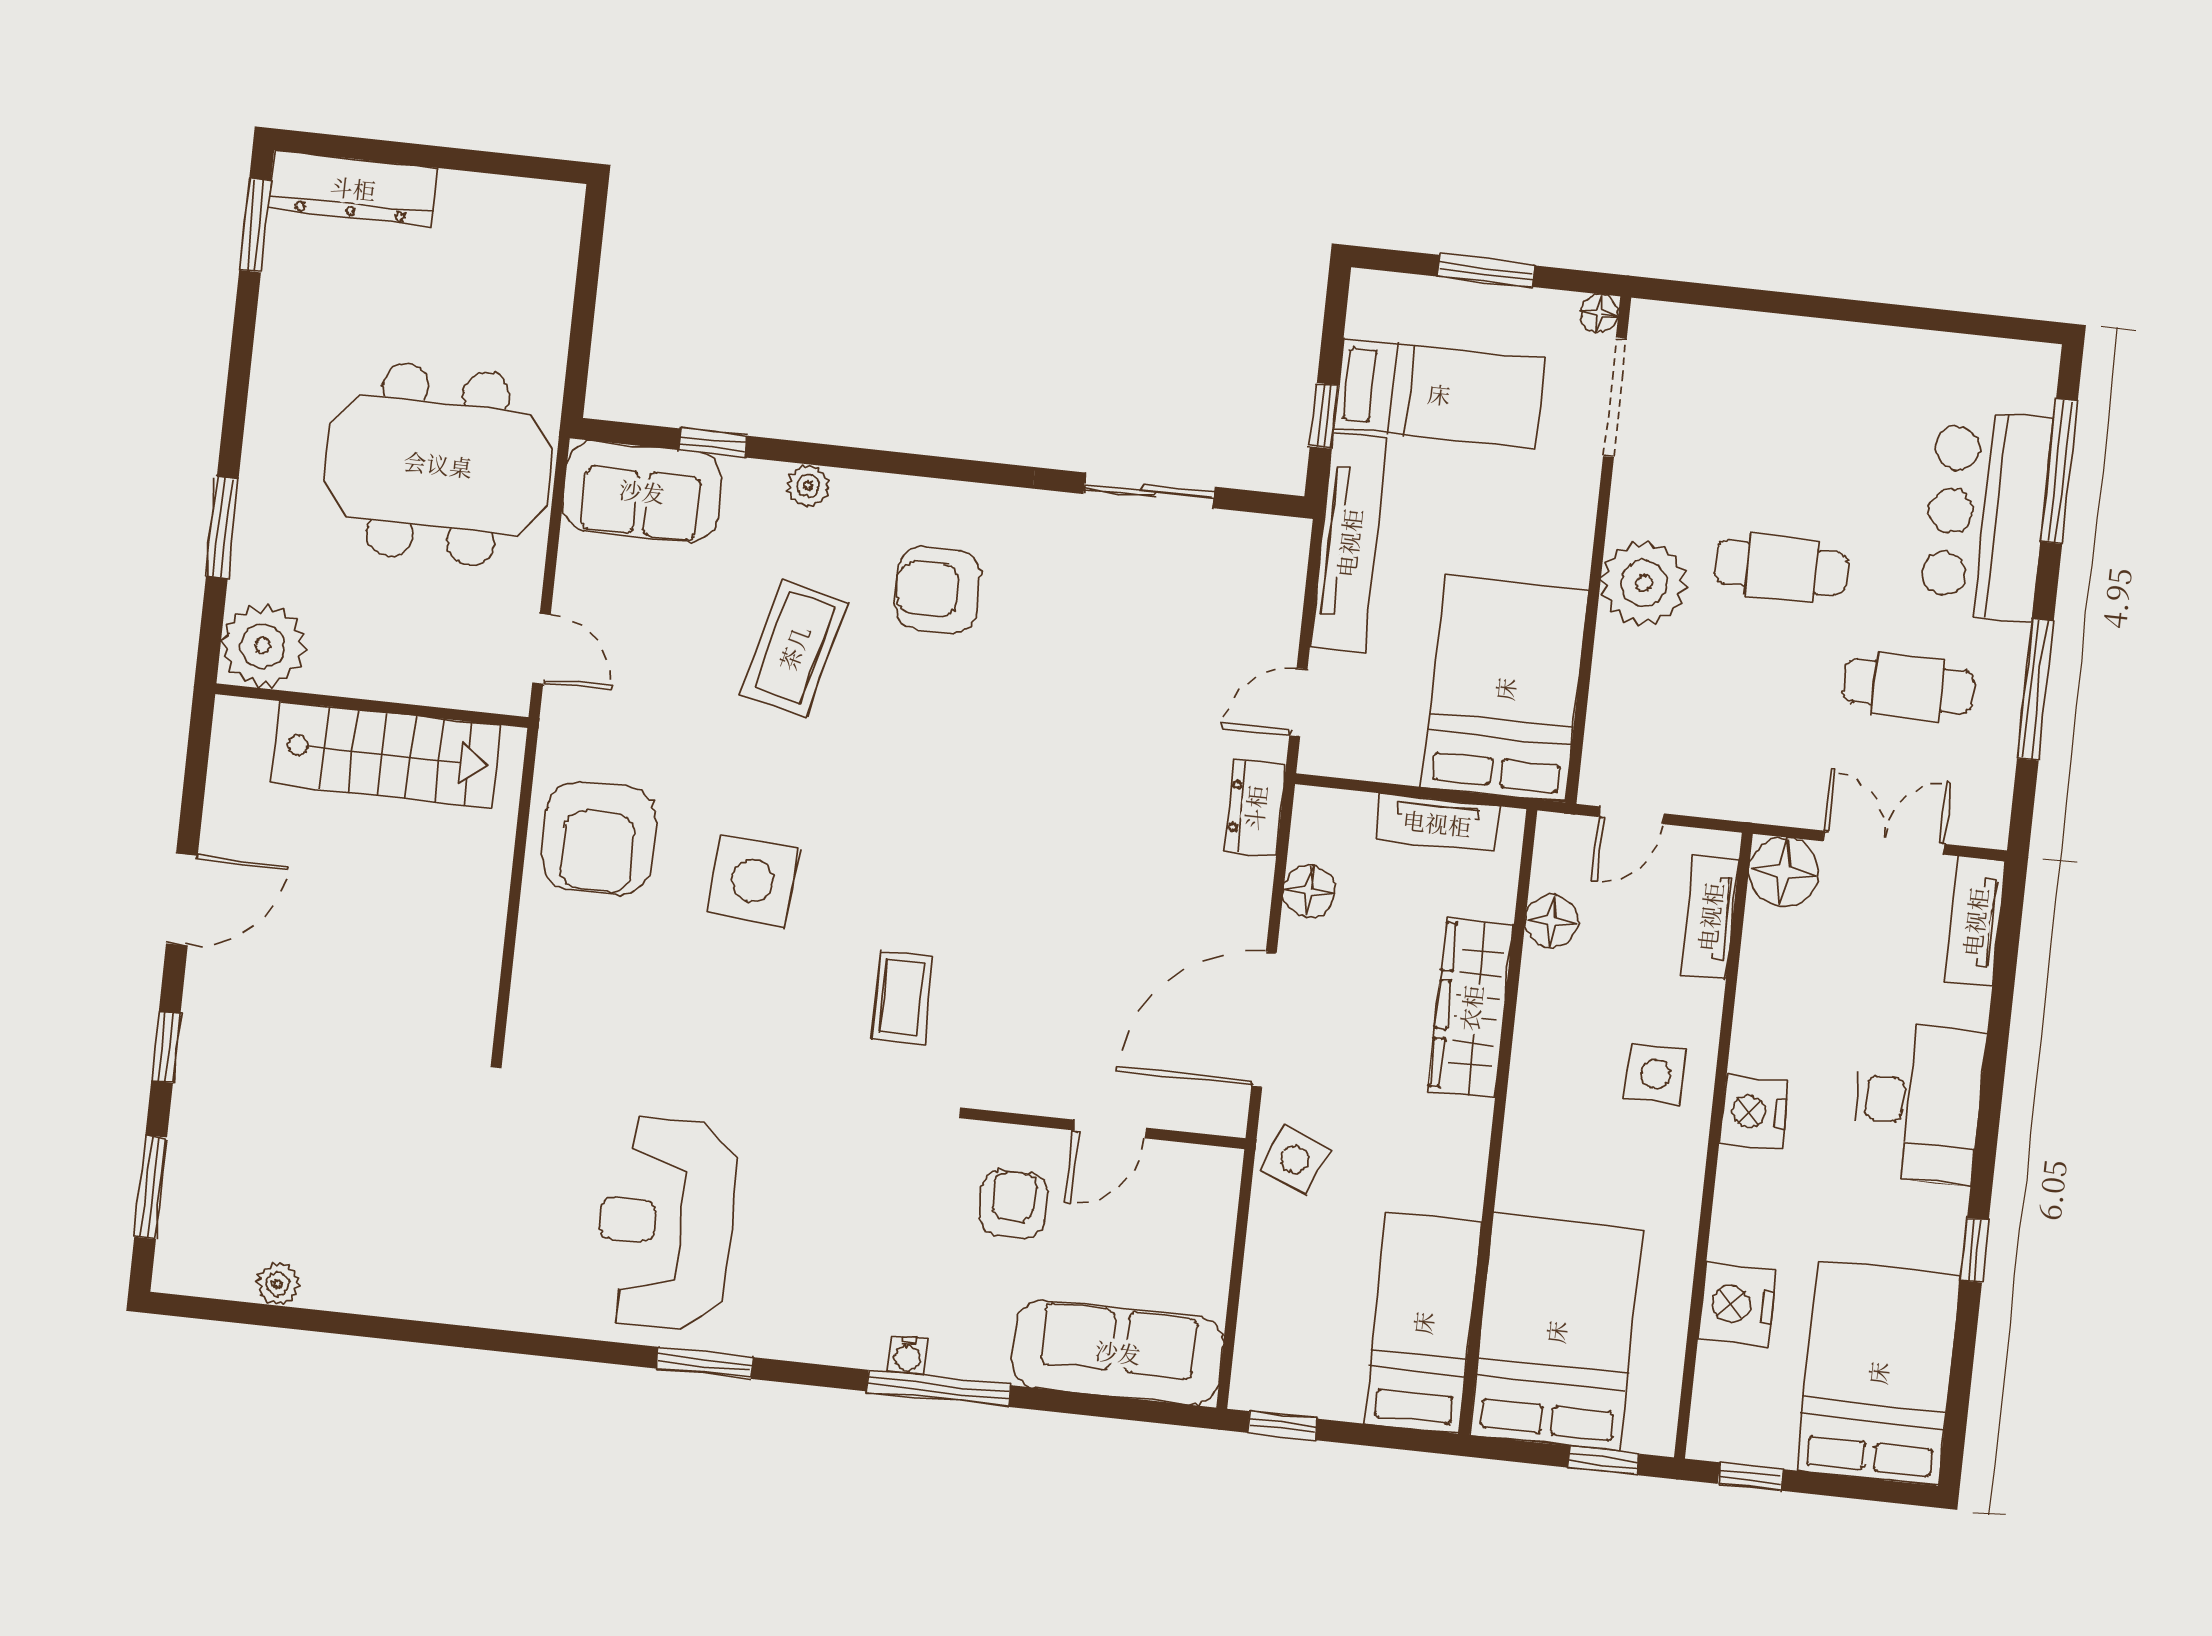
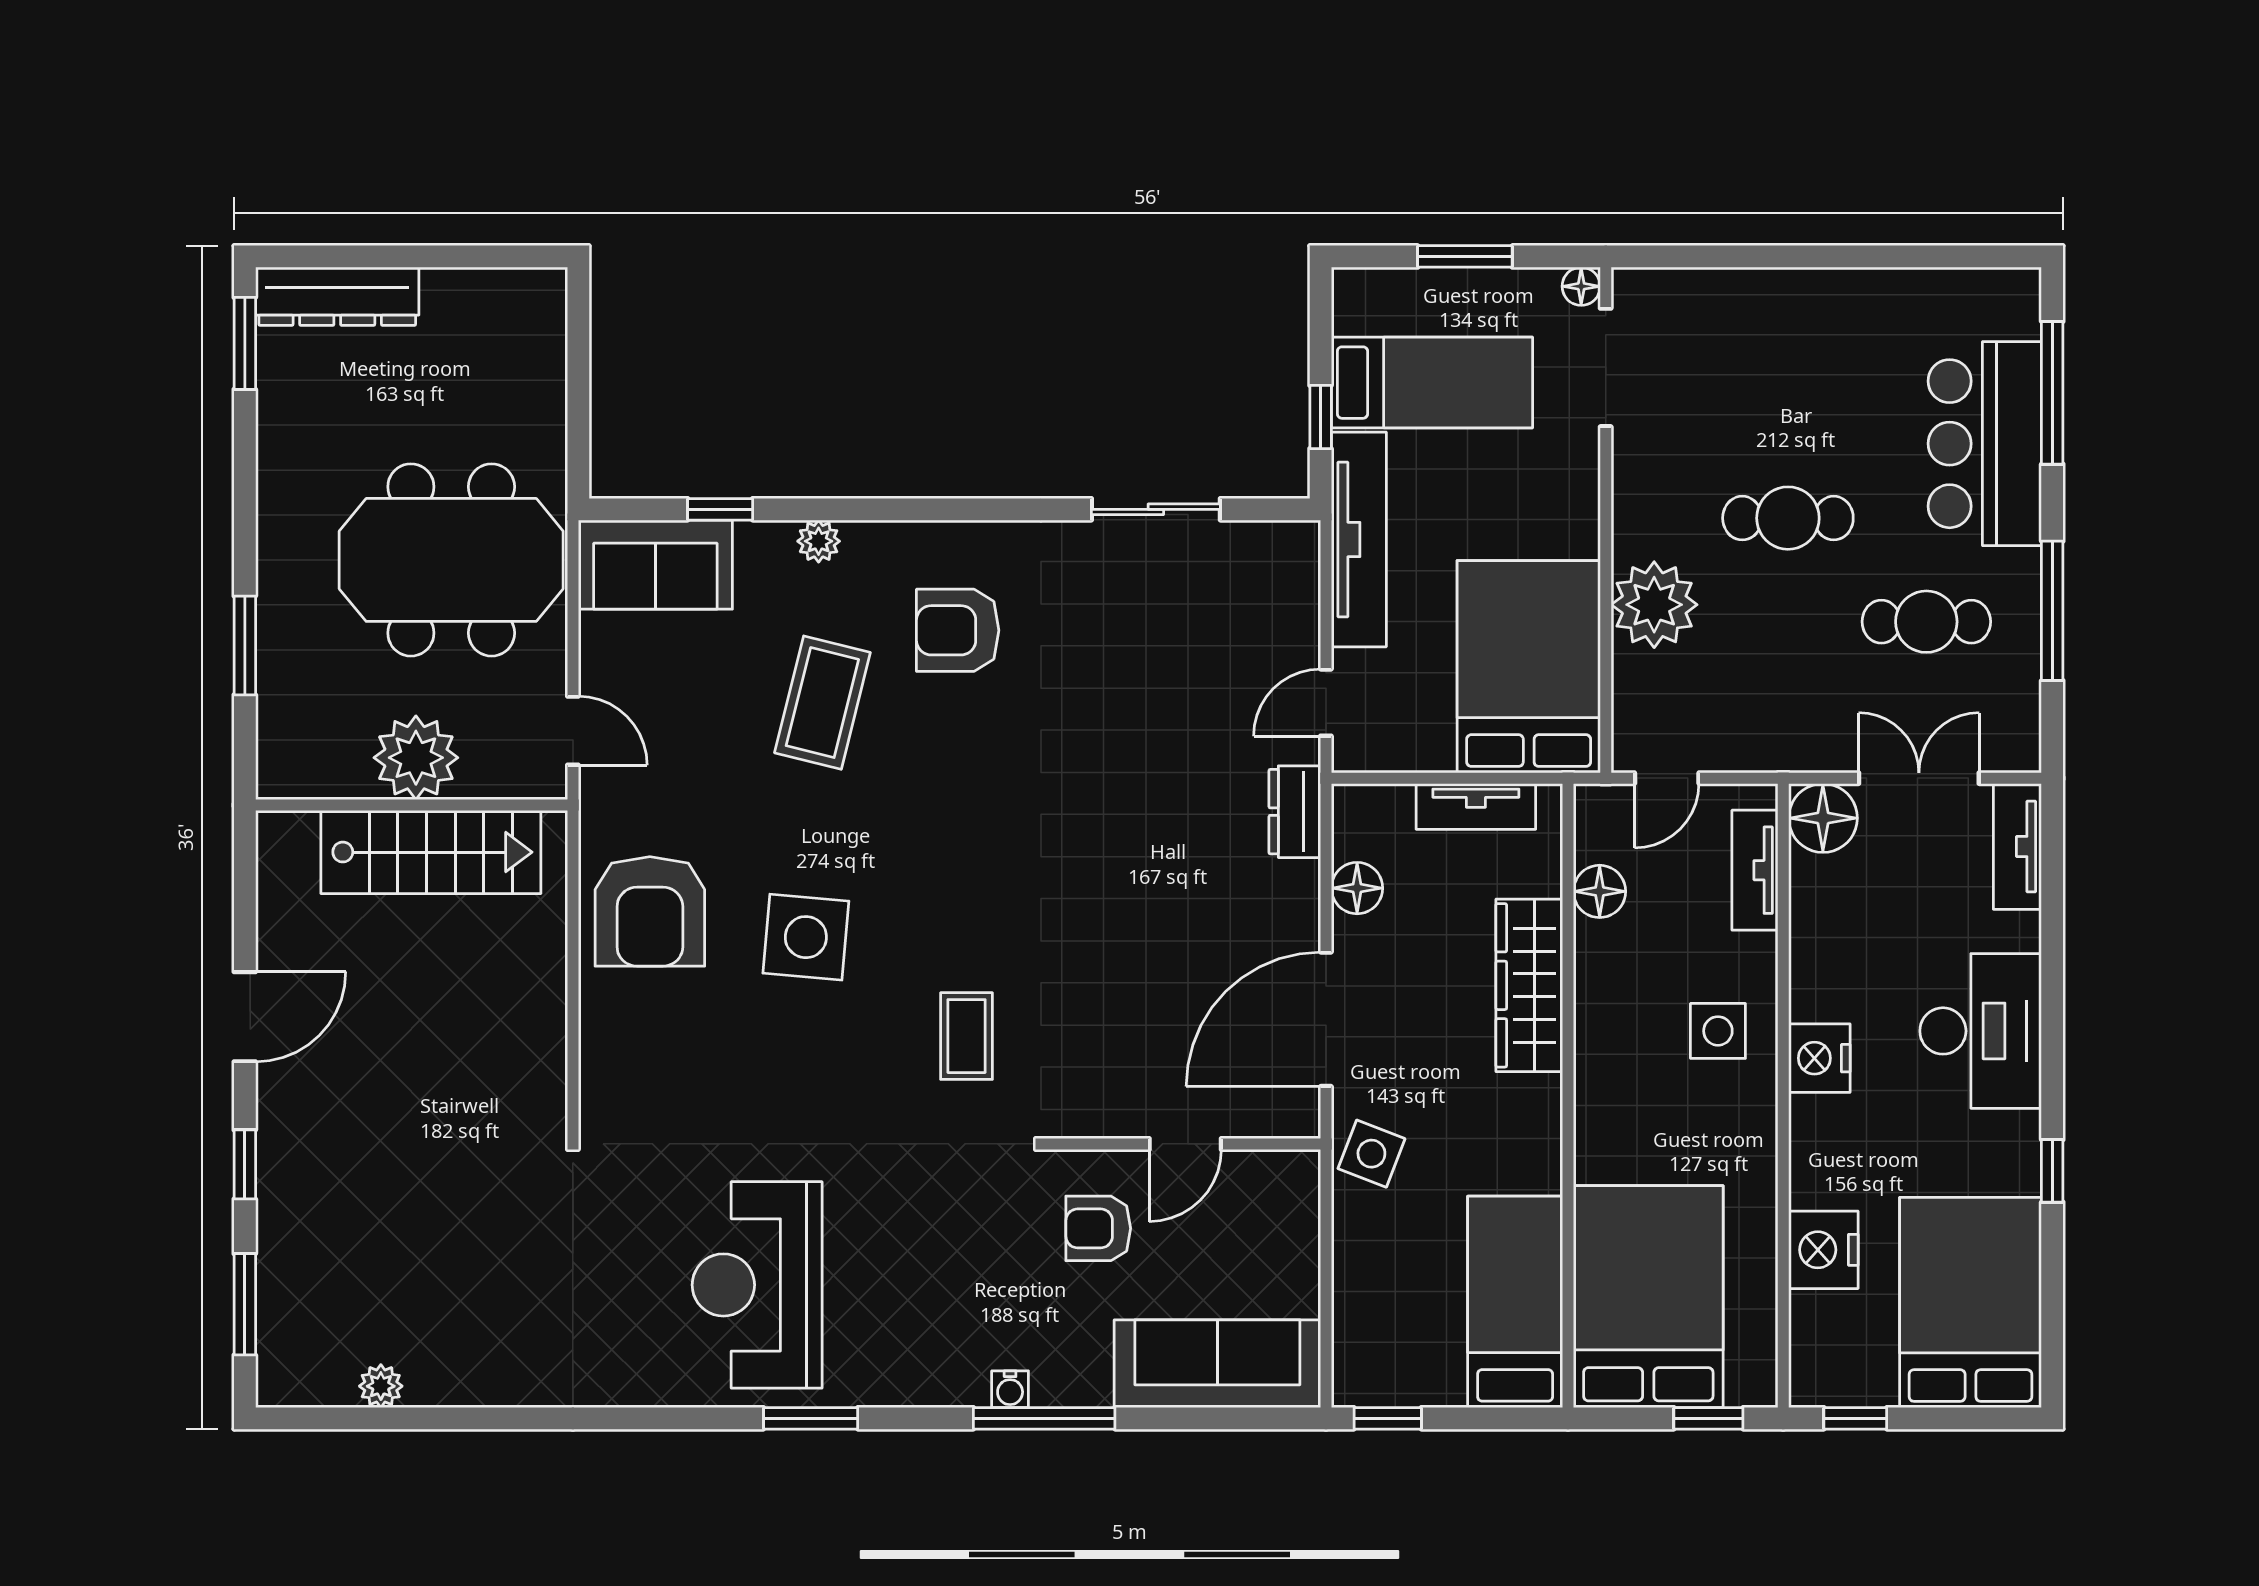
plant: (1644, 583) -> (1654, 605), moved
plant: (263, 646) -> (416, 758), moved
armchair: (1013, 1204) -> (1098, 1228), turned -90

